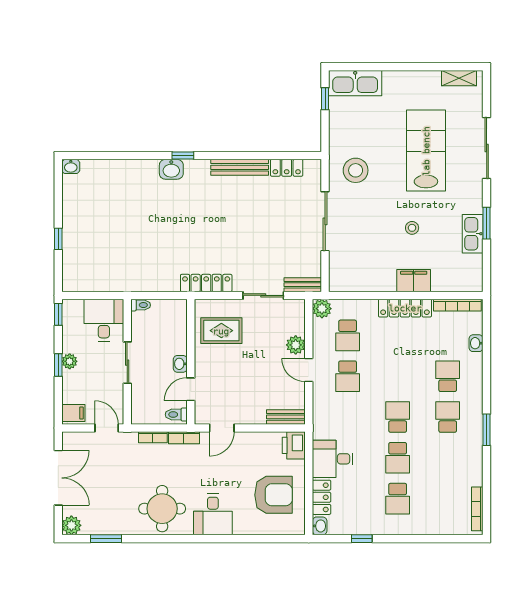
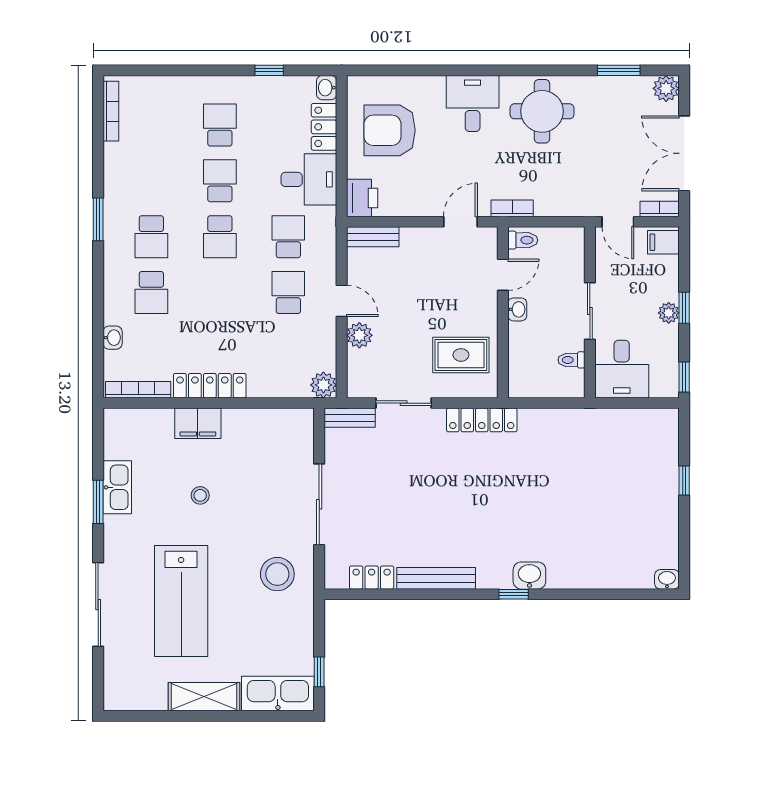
shelving: (459, 78) -> (204, 697), moved, width x1.50, depth x1.33
toilet: (141, 305) -> (571, 360), moved
school desk: (348, 335) -> (288, 237), moved
bookcase: (153, 437) -> (660, 209), moved

